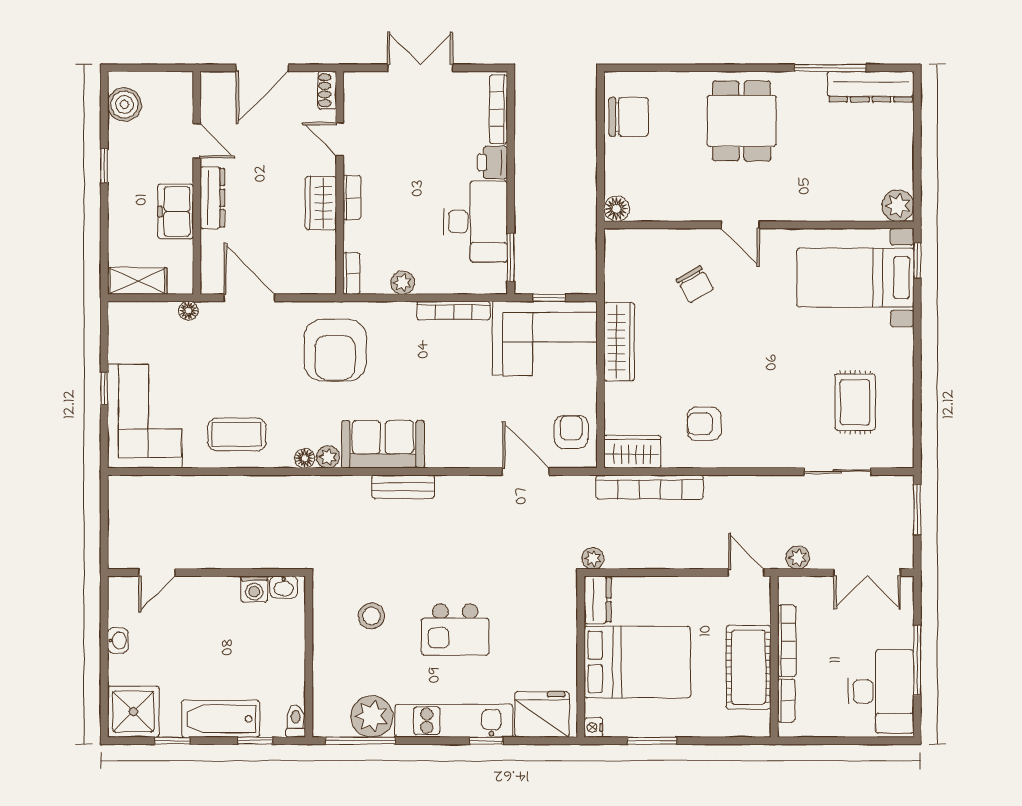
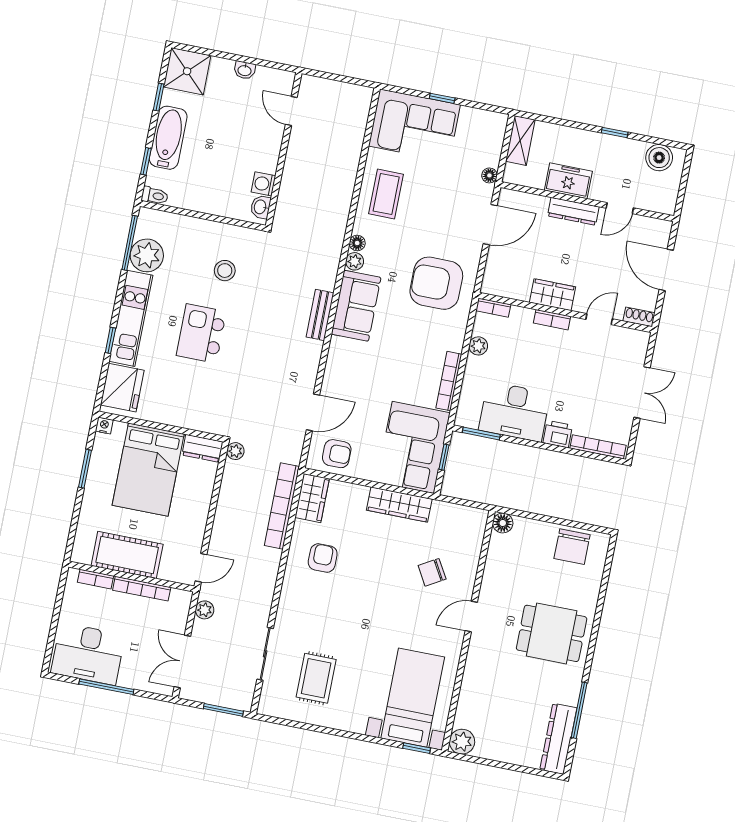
rug: (855, 402) -> (316, 678), turned 90

